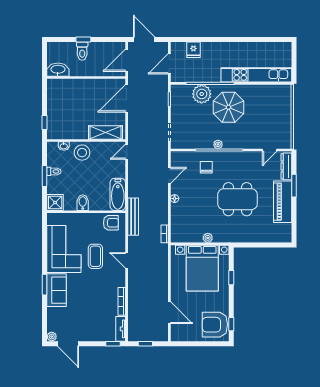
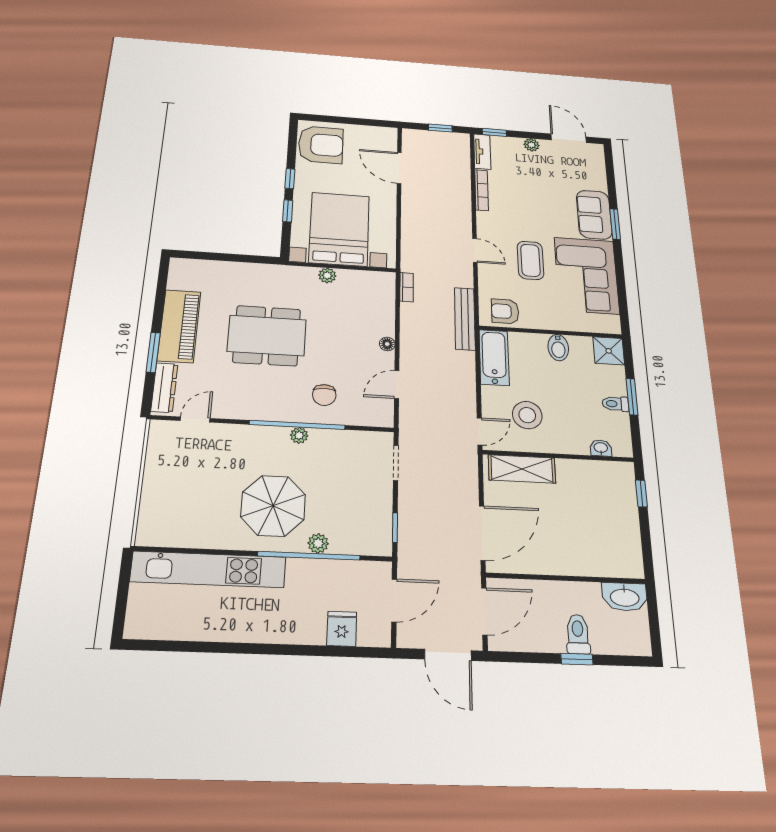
plant: (202, 94) -> (318, 543), width x0.53, depth x0.53
stool: (82, 153) -> (527, 415), moved
window: (231, 324) -> (290, 179), moved
plant: (52, 337) -> (531, 145), moved

